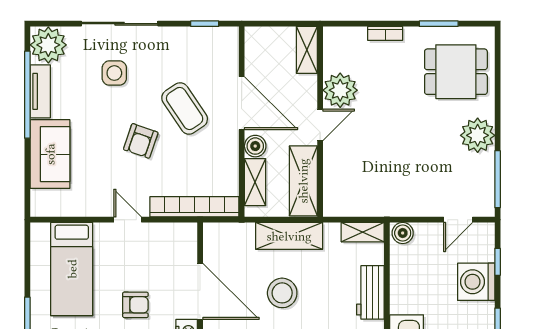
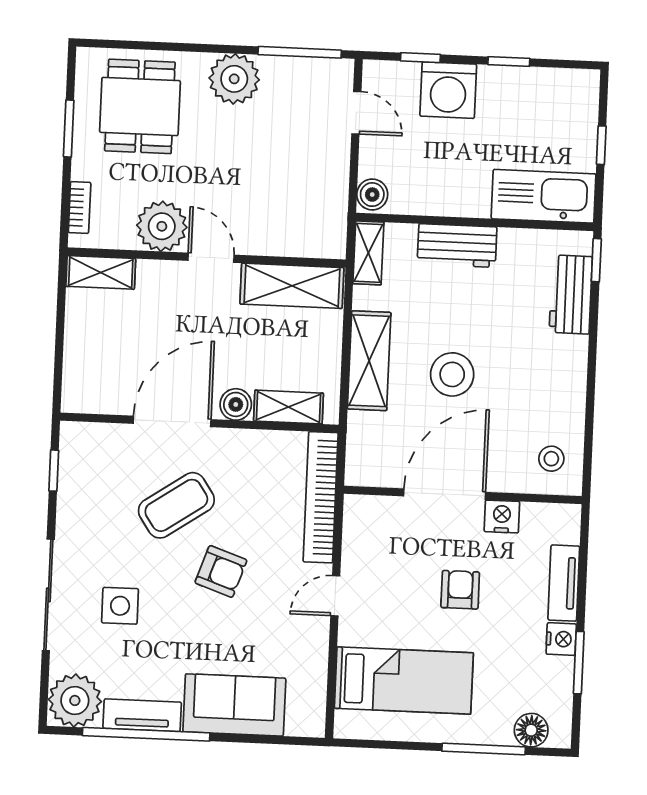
shelving: (307, 50) -> (101, 272), moved
plant: (340, 90) -> (162, 226), moved
wall: (320, 122) -> (207, 258), moved
door: (320, 125) -> (211, 258), moved
shelving: (303, 181) -> (292, 286), moved

